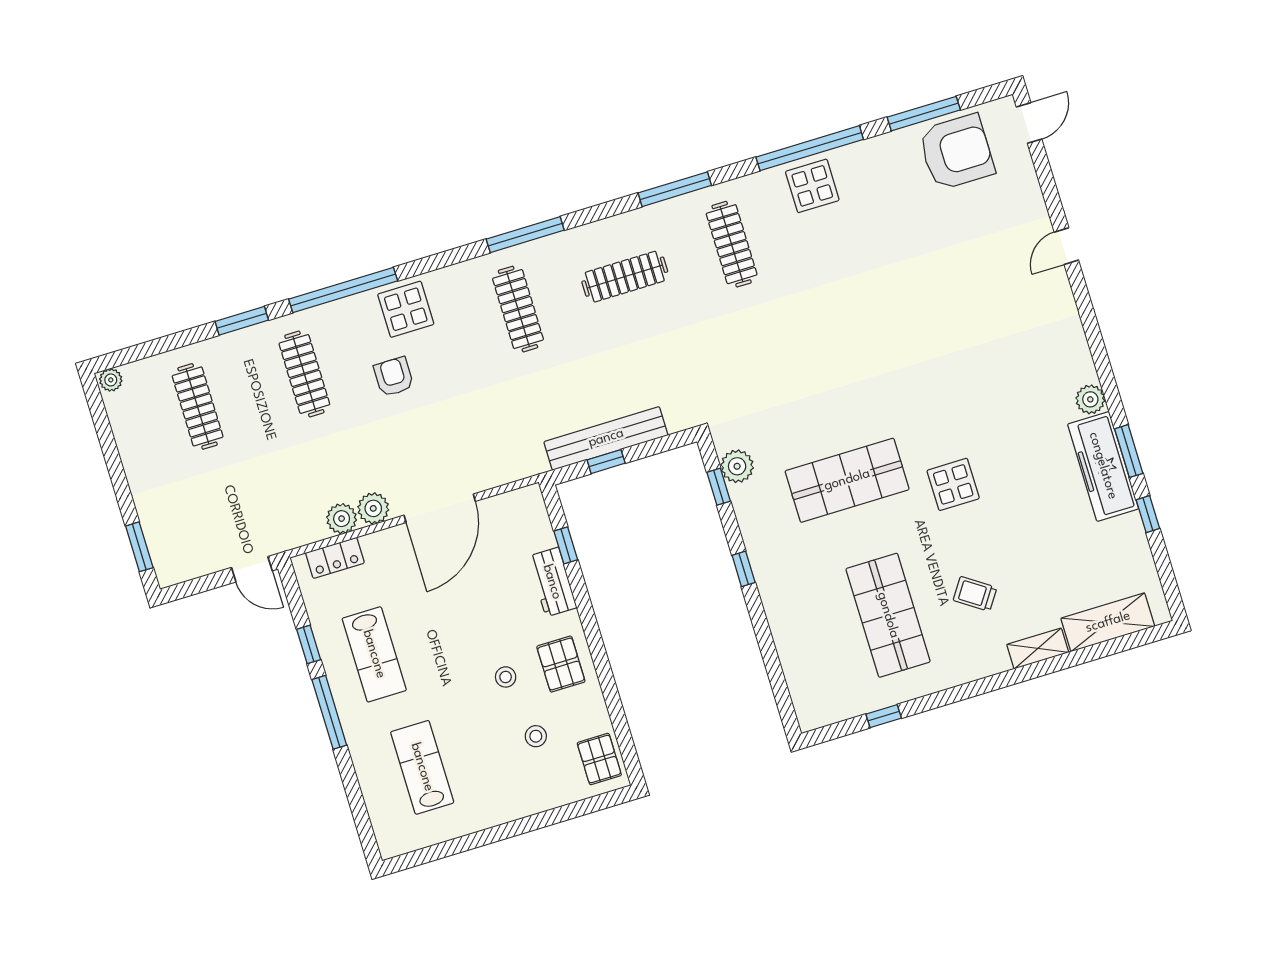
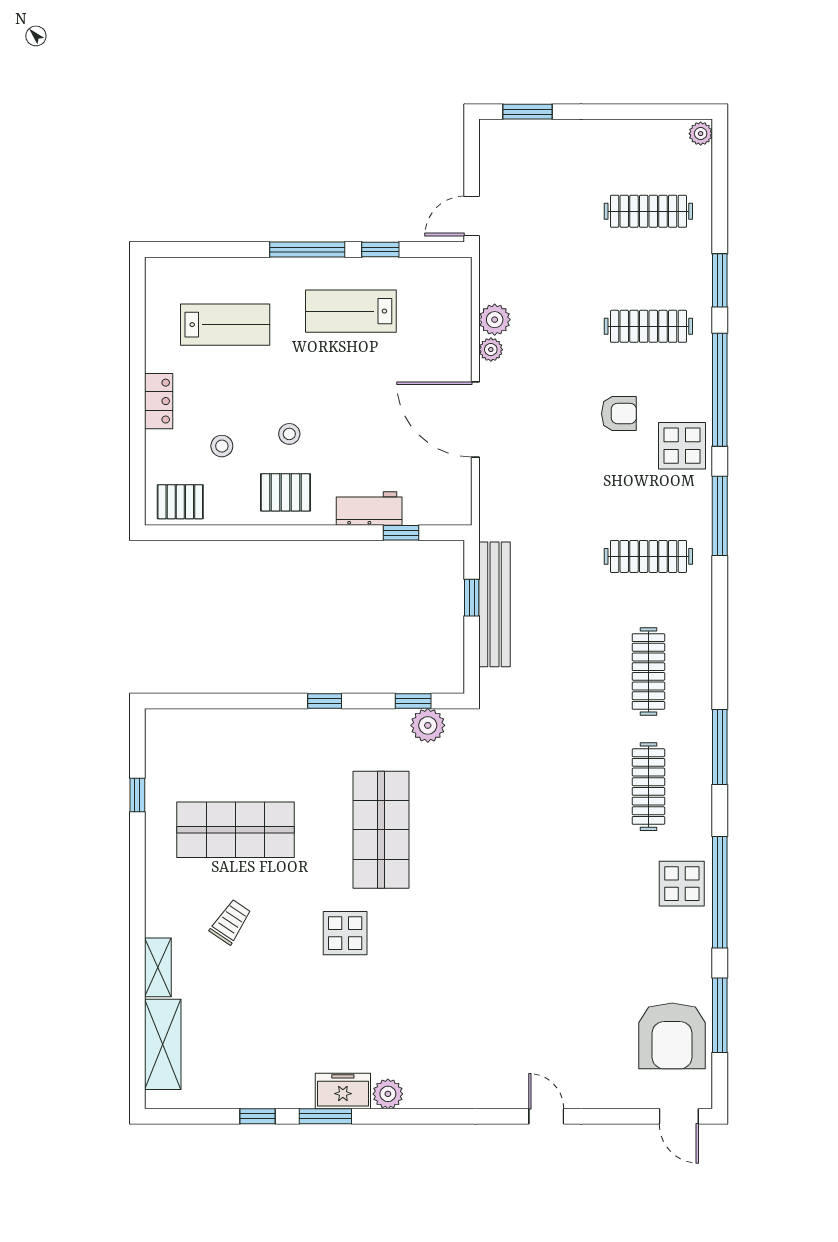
window: (525, 235) -> (720, 516), moved
clothes rail: (732, 244) -> (648, 787), turned 90
freezer: (1103, 466) -> (343, 1091), width x0.52, depth x0.79
plant: (373, 508) -> (491, 350), width x0.73, depth x0.73
locker: (335, 558) -> (159, 401), moved, turned 180

